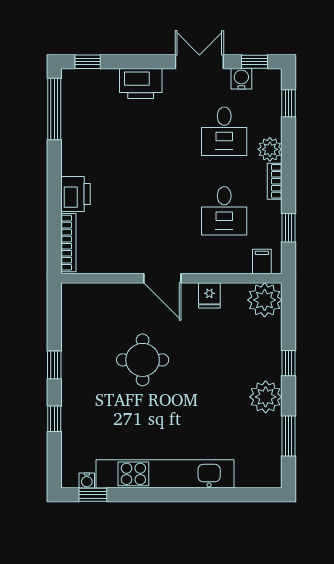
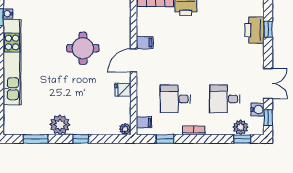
window: (88, 62) -> (268, 29), moved
printer: (141, 84) -> (254, 30), moved
plant: (270, 149) -> (241, 127), moved
filing cabinet: (133, 260) -> (145, 43), added
plant: (265, 300) -> (125, 129), width x0.53, depth x0.53

